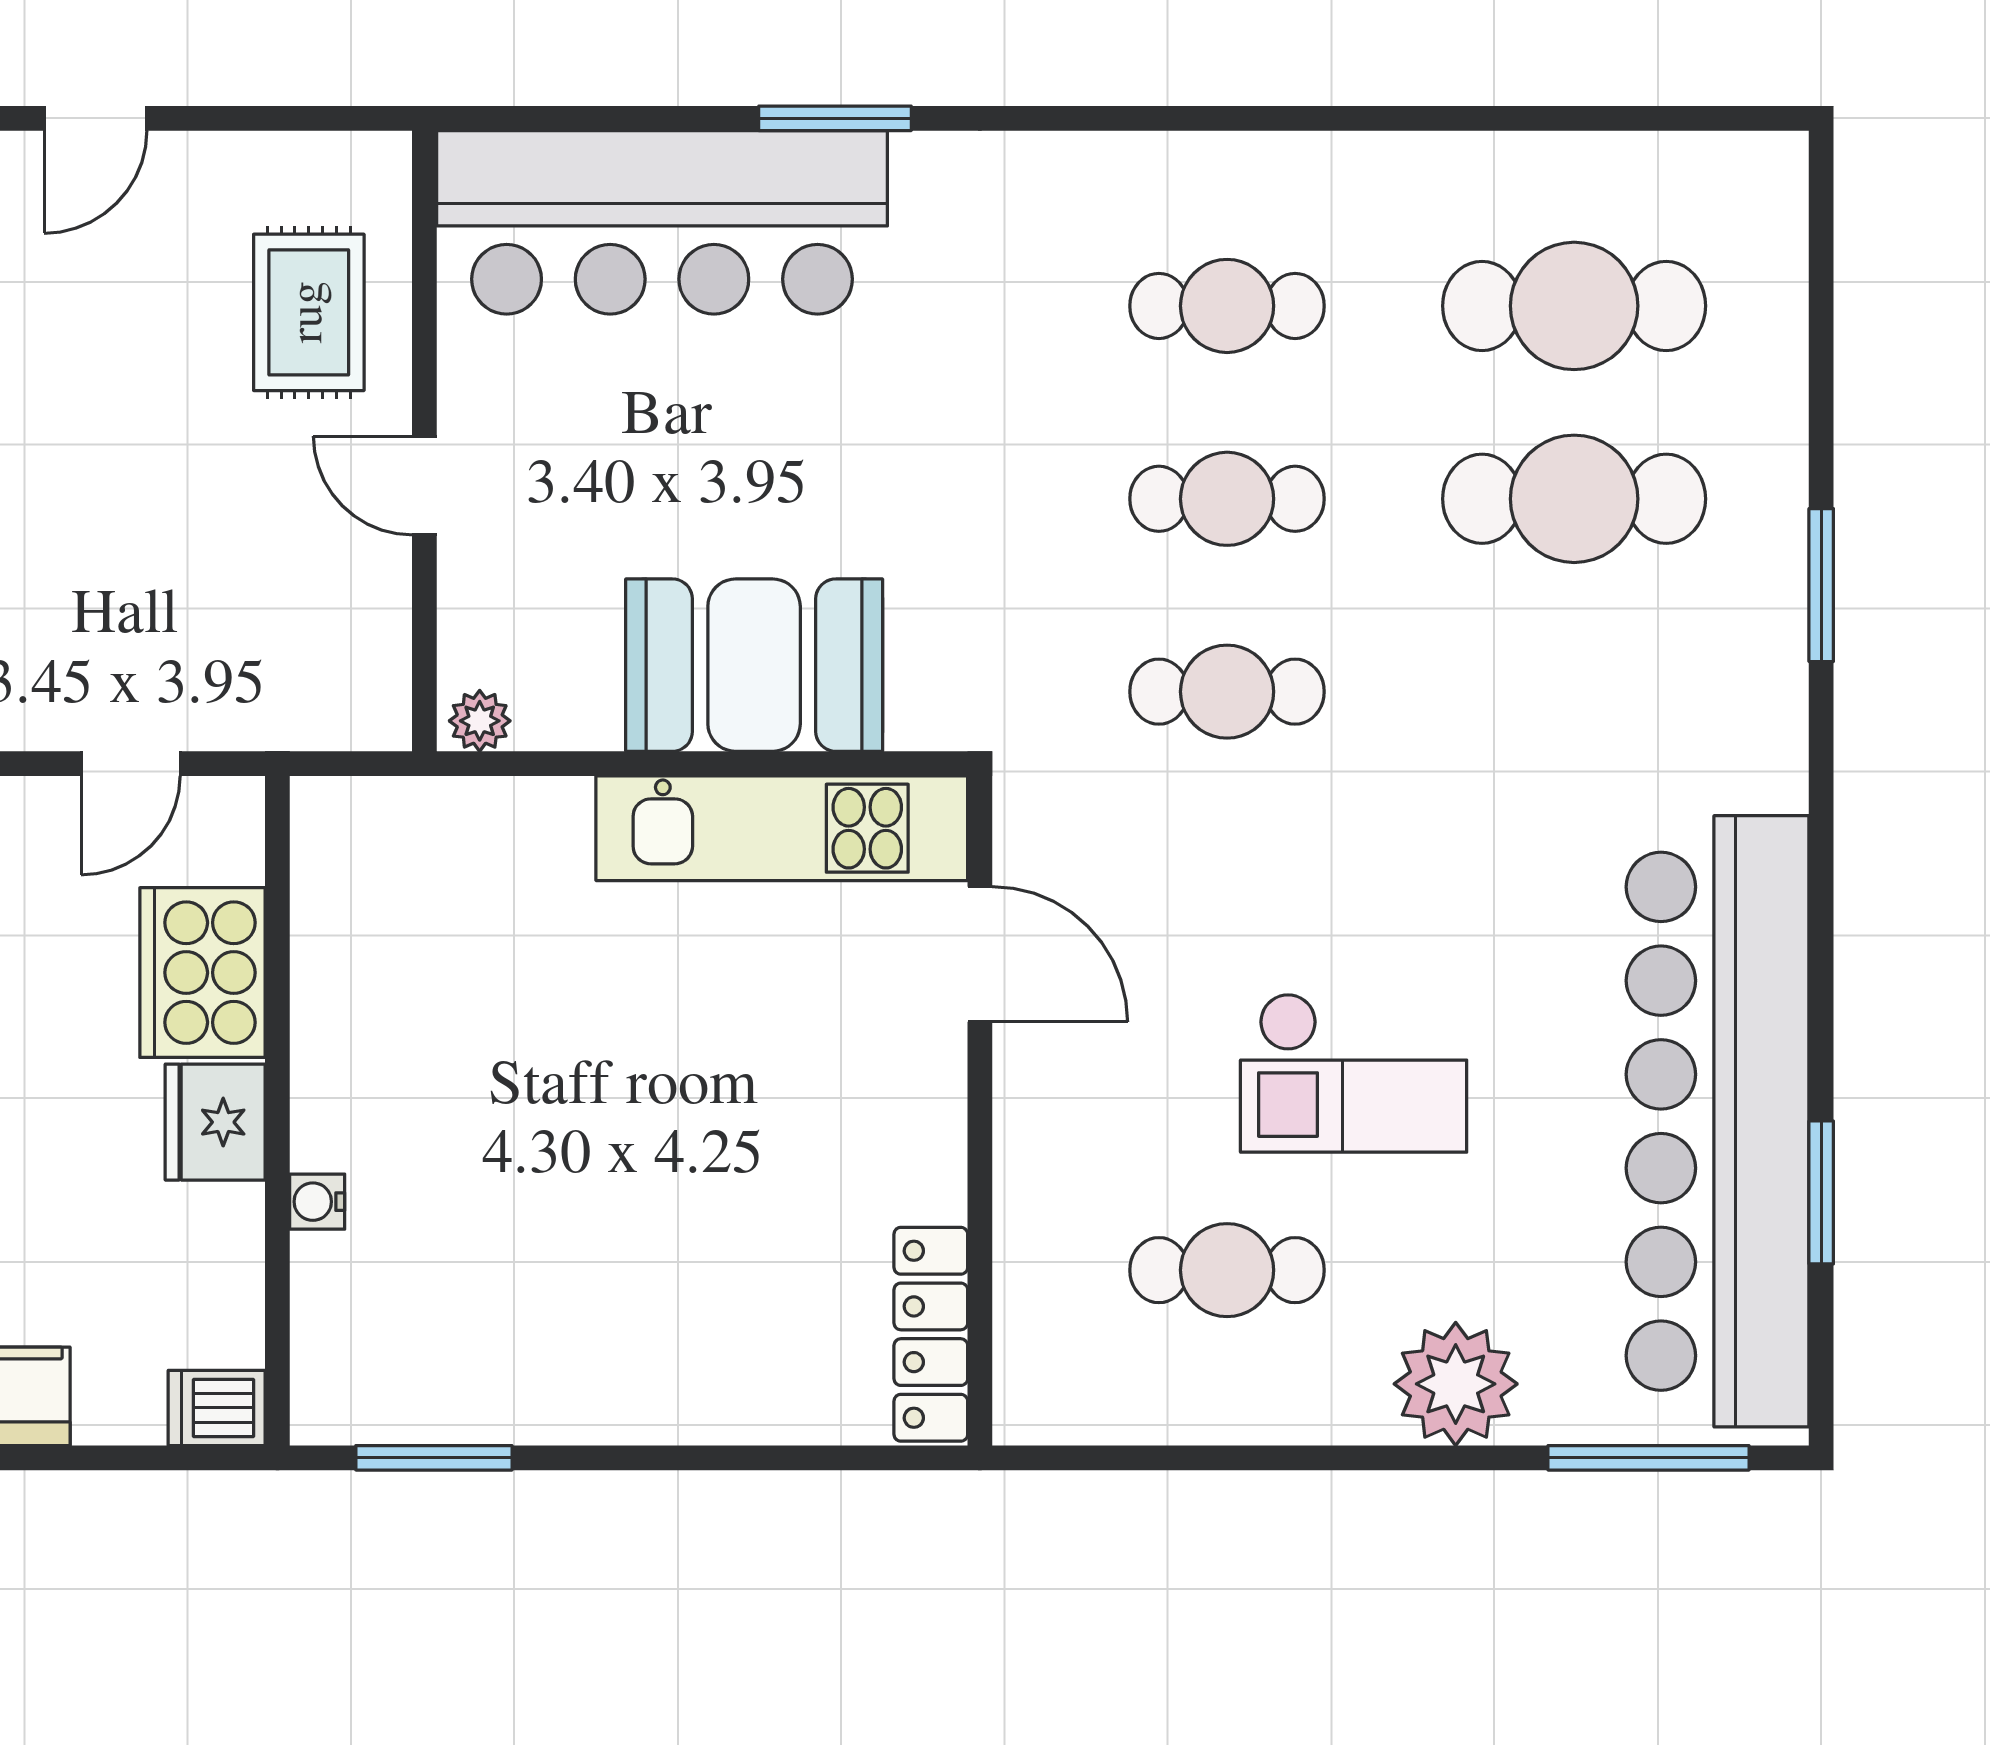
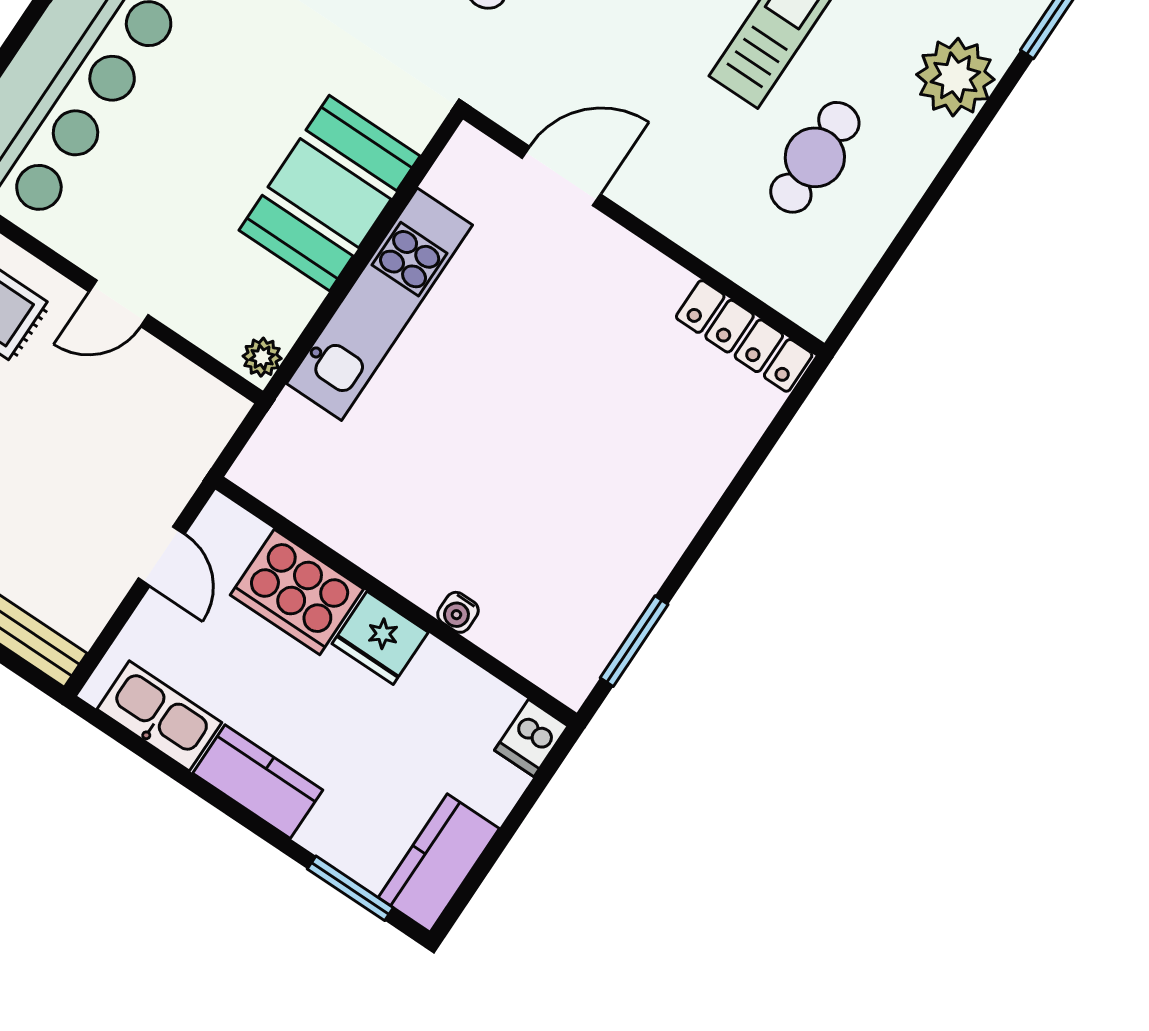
kitchen unit: (782, 828) -> (379, 304), moved

